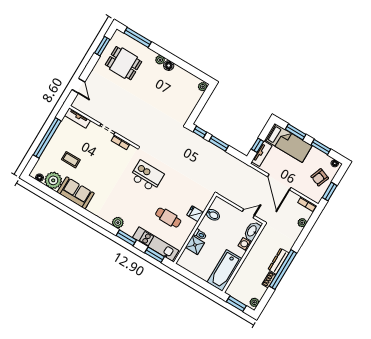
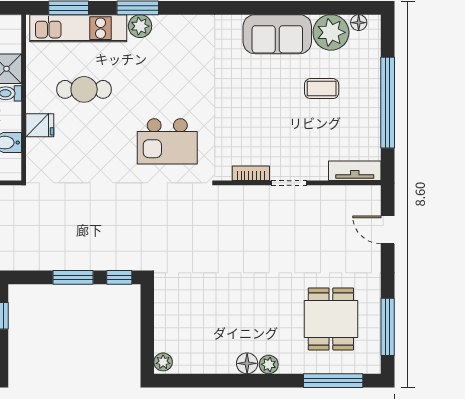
window: (102, 46) -> (388, 327), width x1.44
dining table: (123, 63) -> (331, 319), turned 90
plant: (118, 223) -> (140, 26), moved

